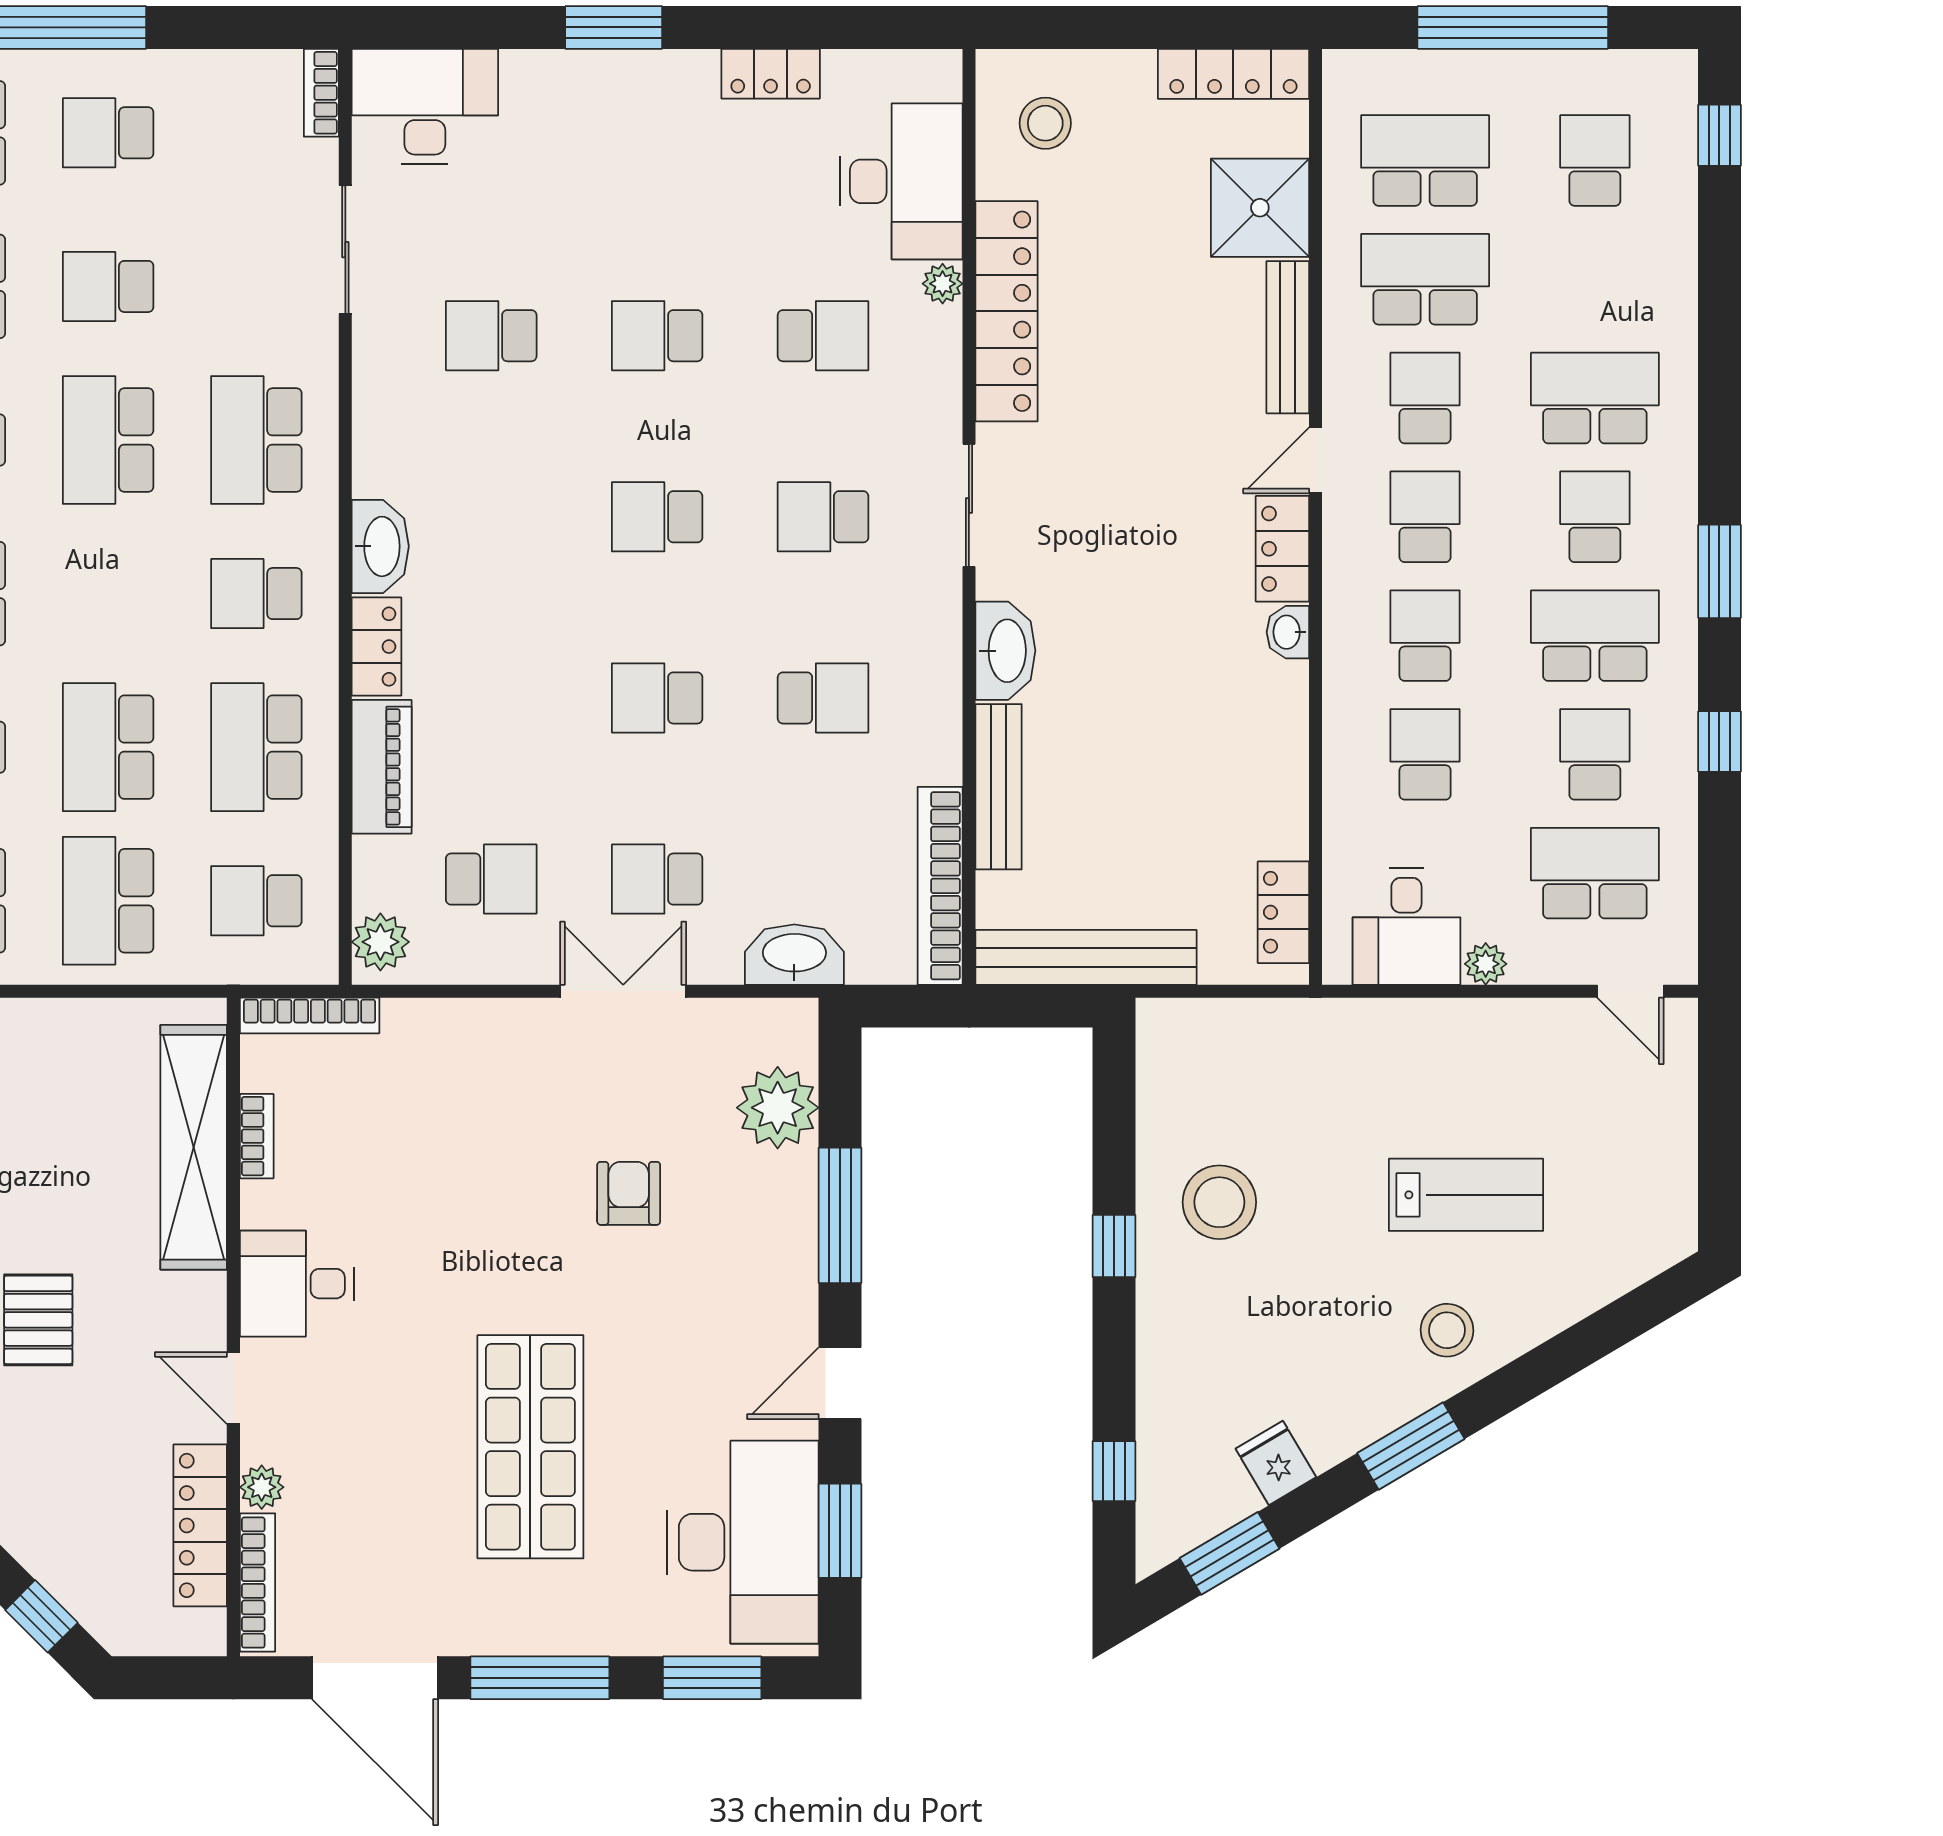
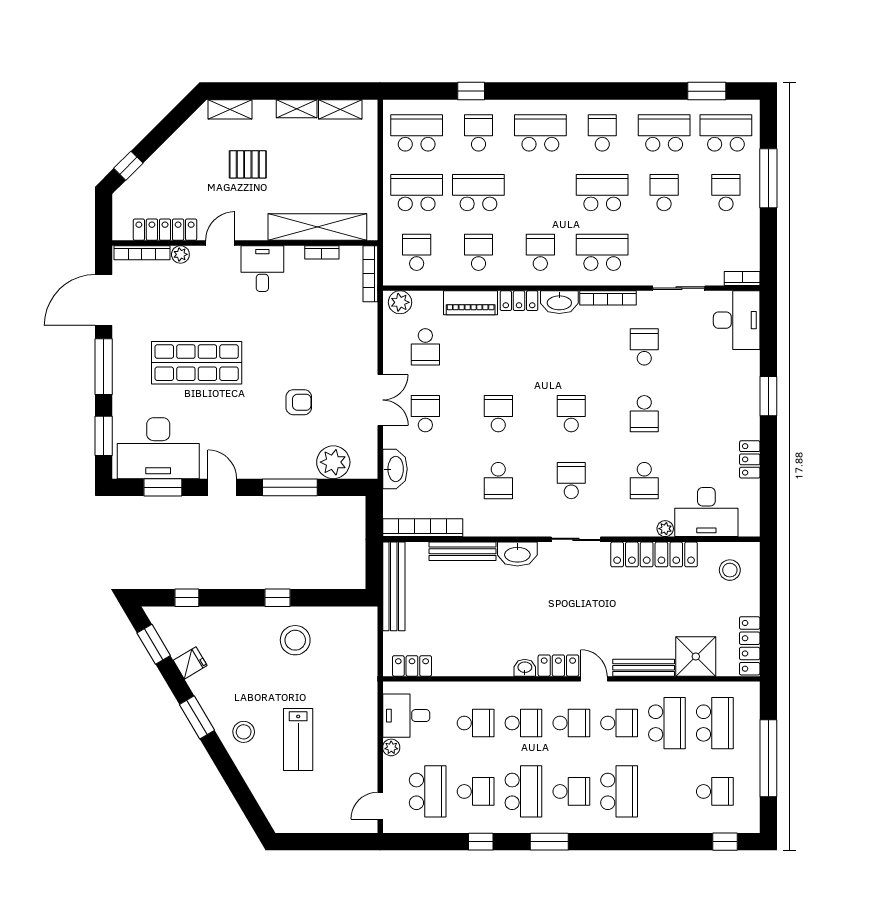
school desk: (657, 336) -> (644, 414), turned 180
bookcase: (370, 426) -> (608, 298), added
school desk: (256, 747) -> (478, 252), width x0.54

